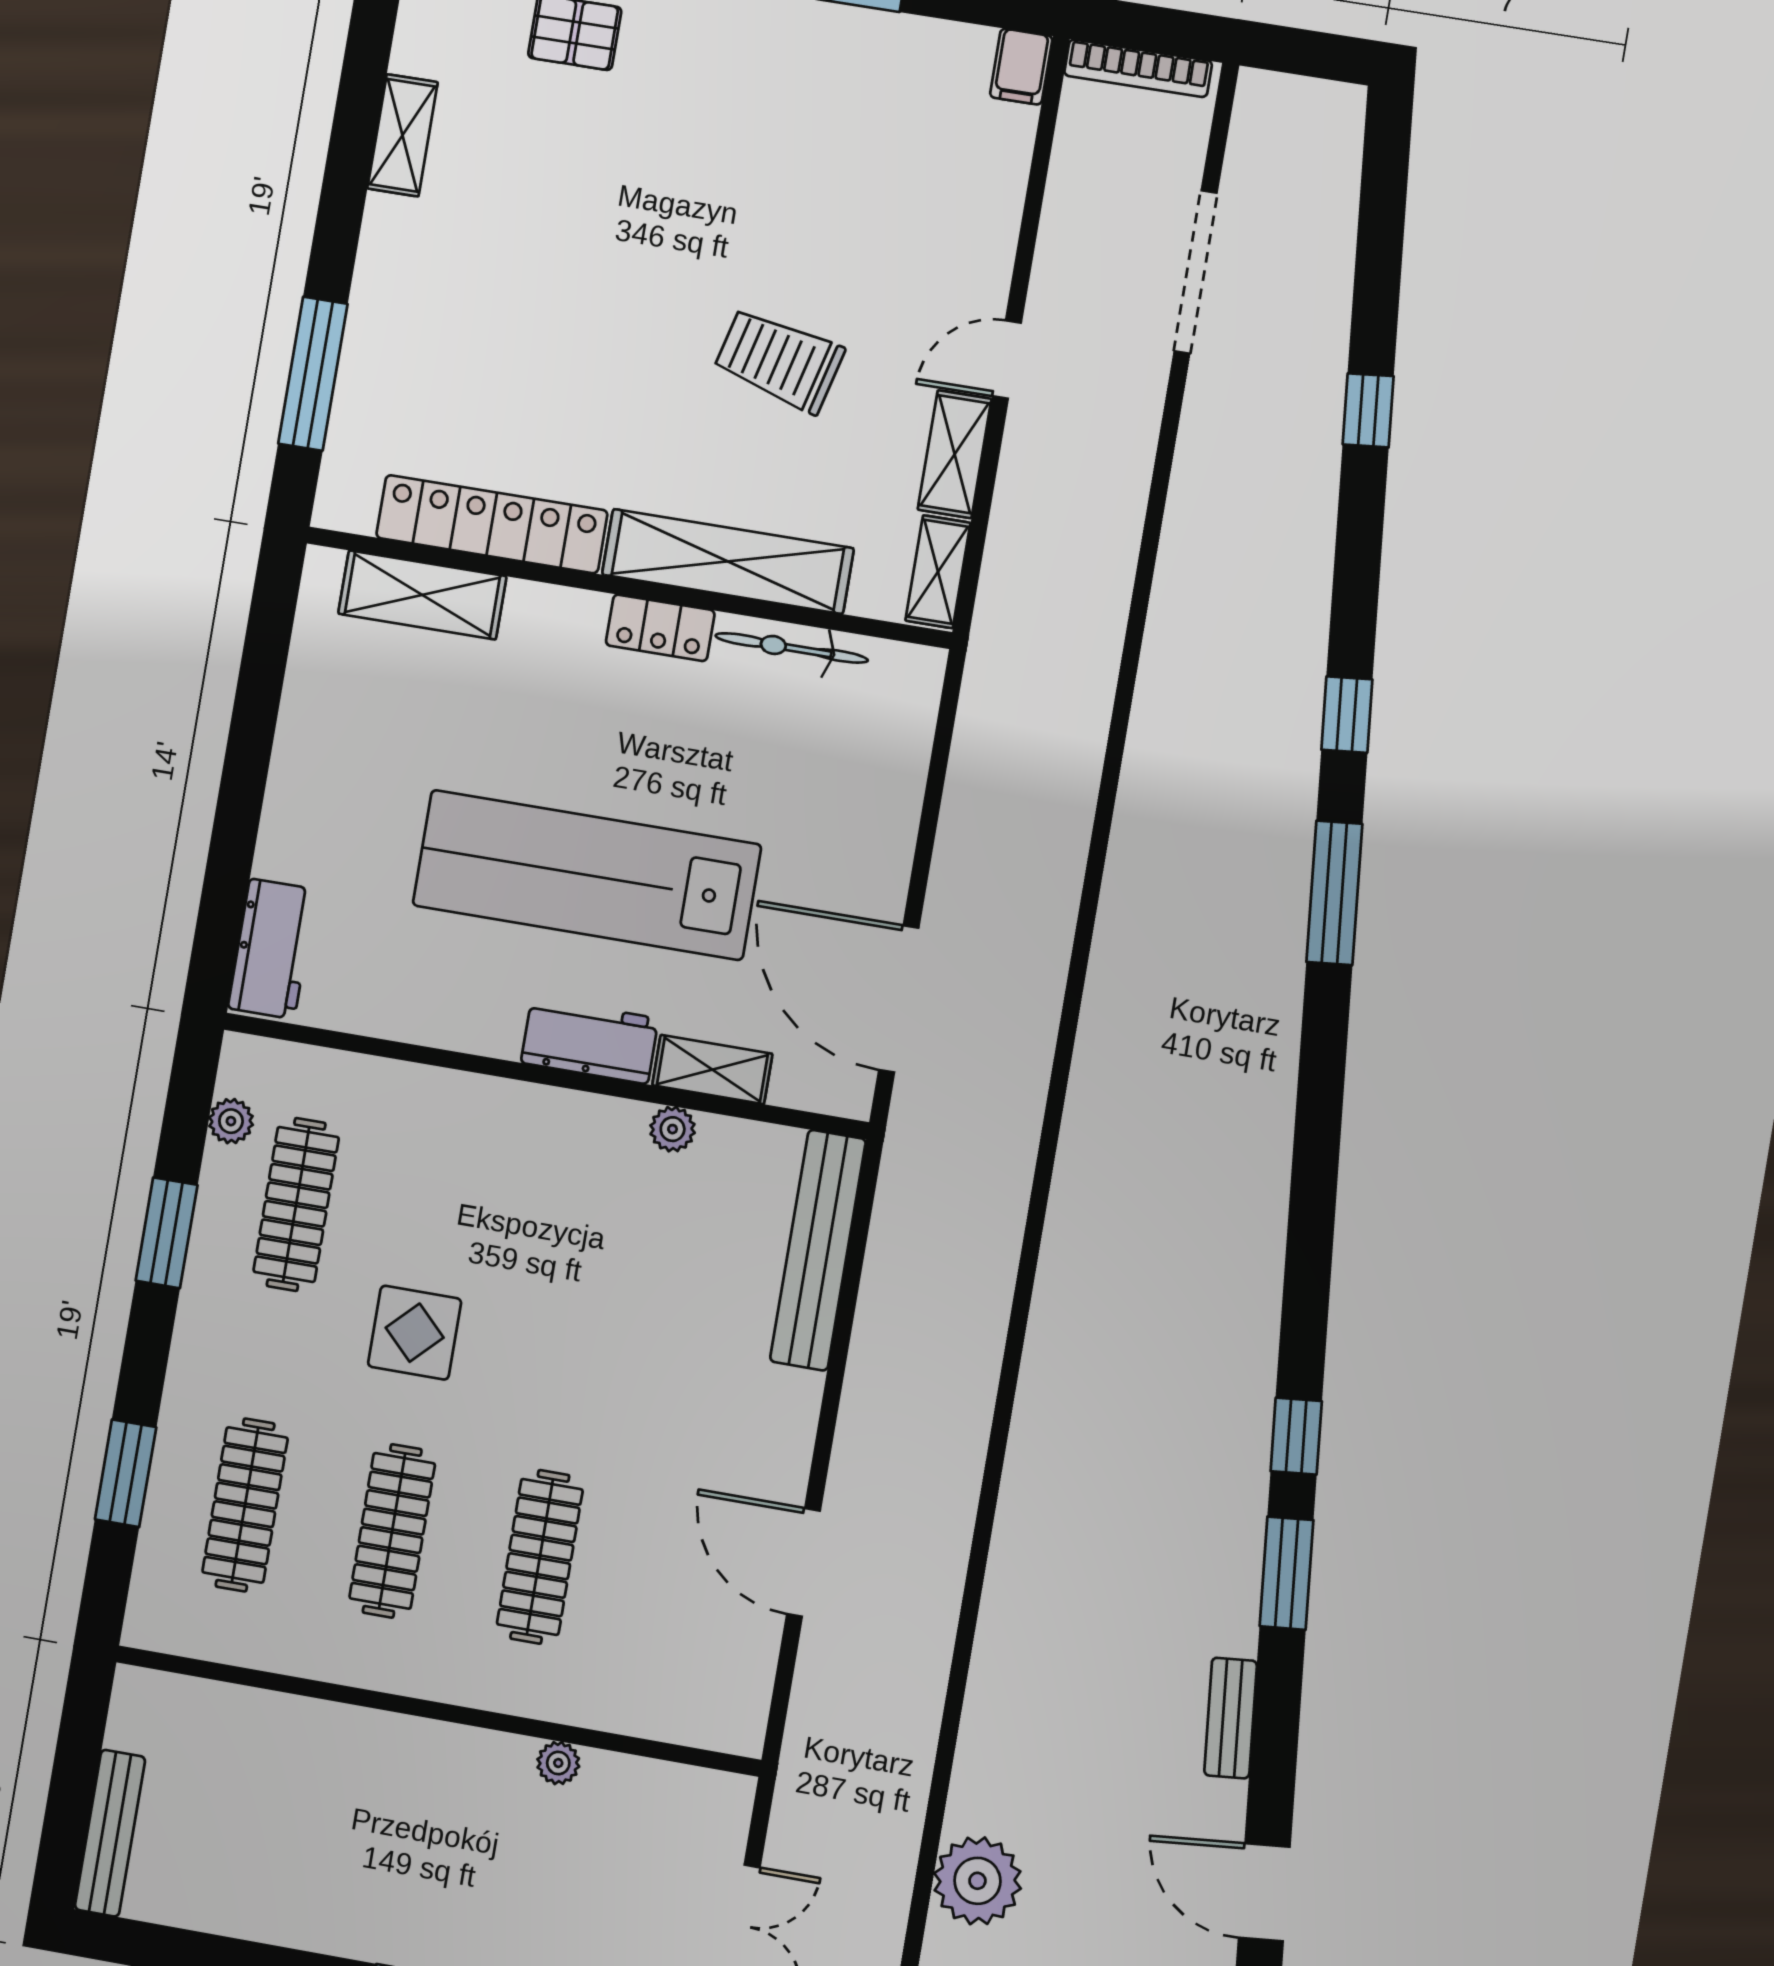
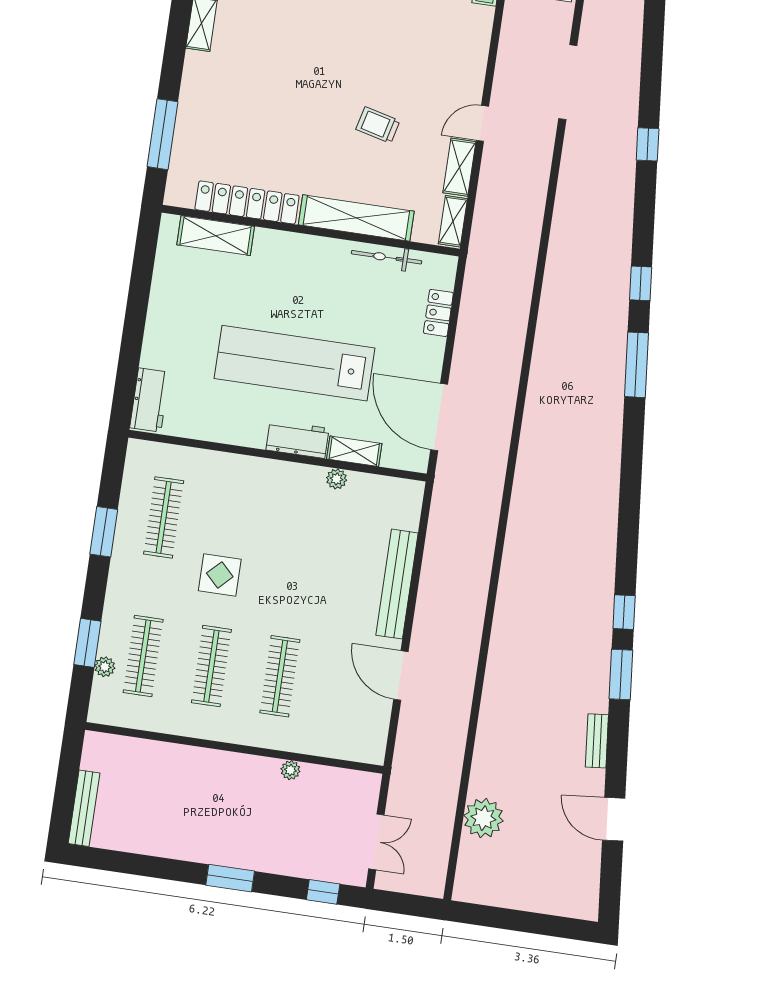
trolley: (779, 360) -> (378, 125), width x0.73, depth x0.72
locker: (660, 628) -> (438, 313), moved, turned 90
plant: (231, 1121) -> (105, 667), moved
bench: (818, 1250) -> (397, 584), moved

